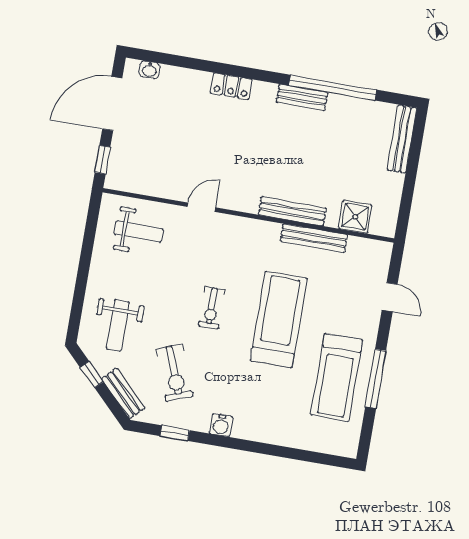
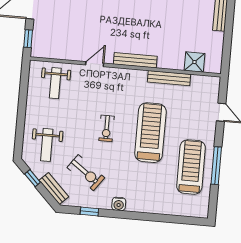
bench: (292, 211) -> (135, 60), moved
weight bench: (139, 232) -> (55, 83), turned 90
exercise bike: (174, 373) -> (86, 173), turned -33
treadmill: (337, 377) -> (191, 167), turned 180

